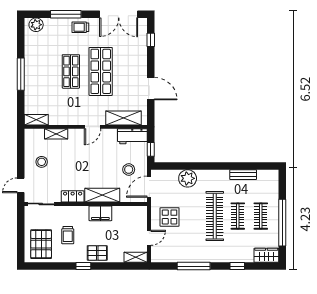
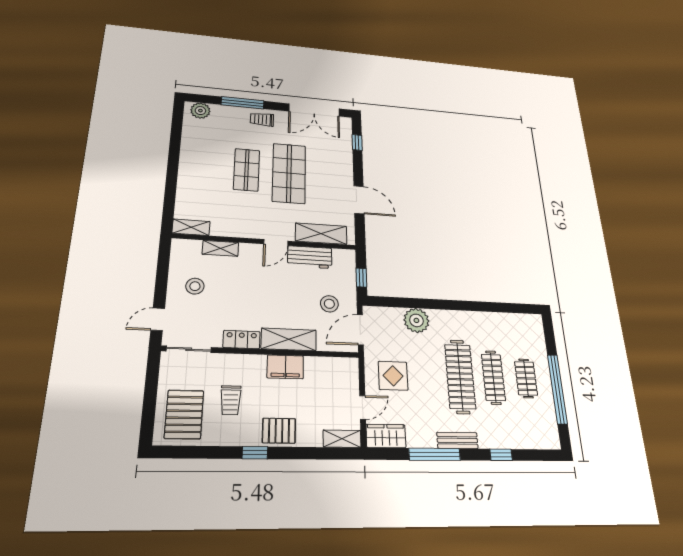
window: (21, 74) -> (173, 167), removed
workbench: (132, 136) -> (310, 257), moved
bench: (243, 175) -> (457, 440), moved
clothes rail: (238, 216) -> (493, 377), width x1.36
wardrobe: (266, 255) -> (386, 436), moved

